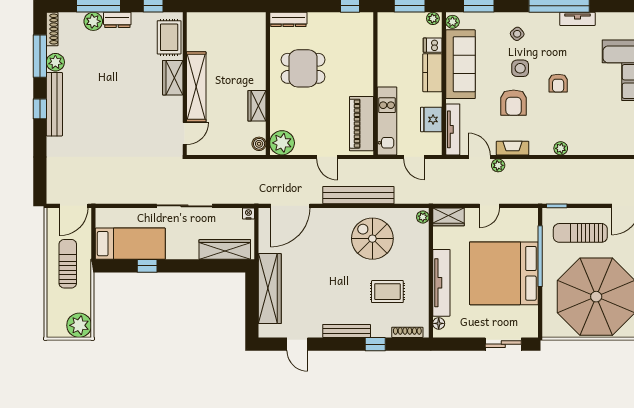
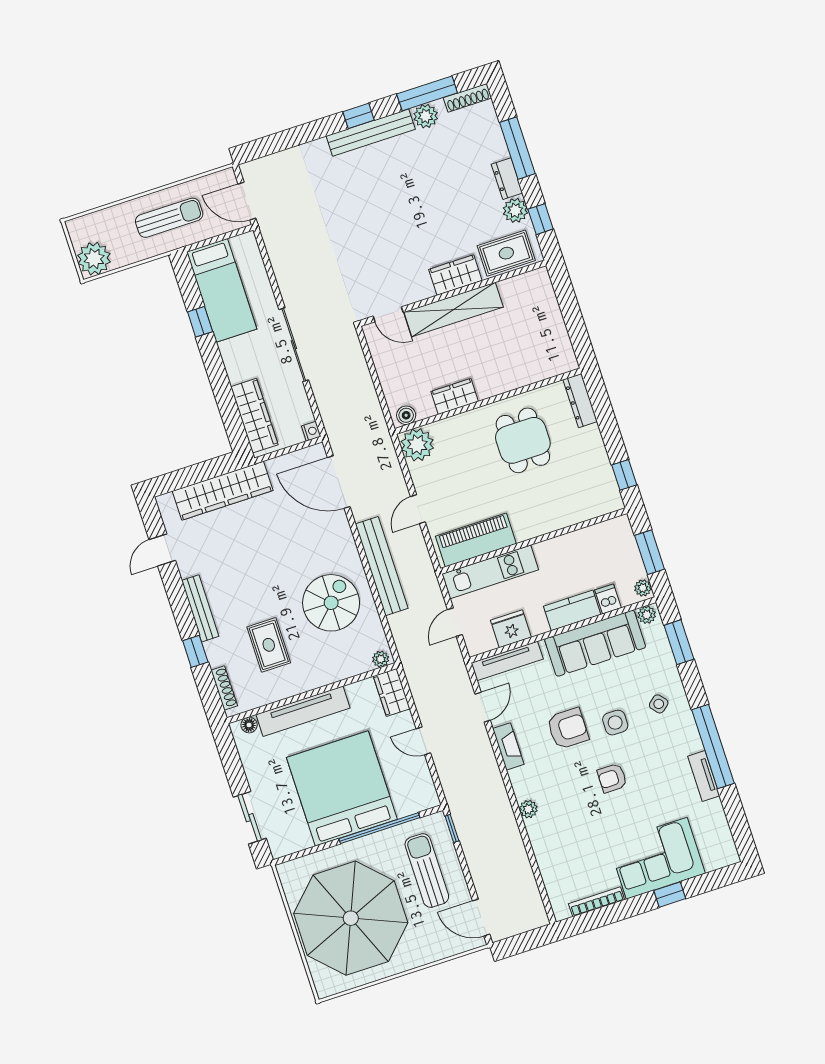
plant: (93, 21) -> (515, 210), moved
armchair: (514, 103) -> (568, 728), turned 180
plant: (498, 165) -> (480, 735), removed

